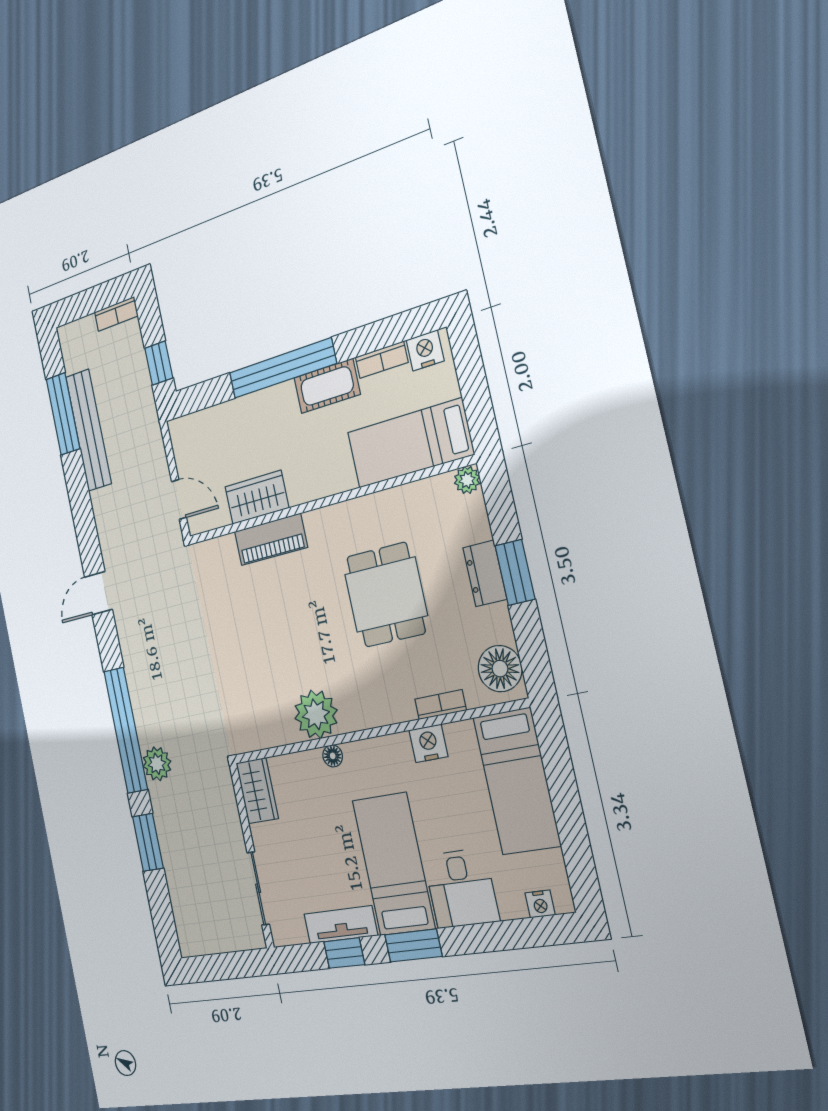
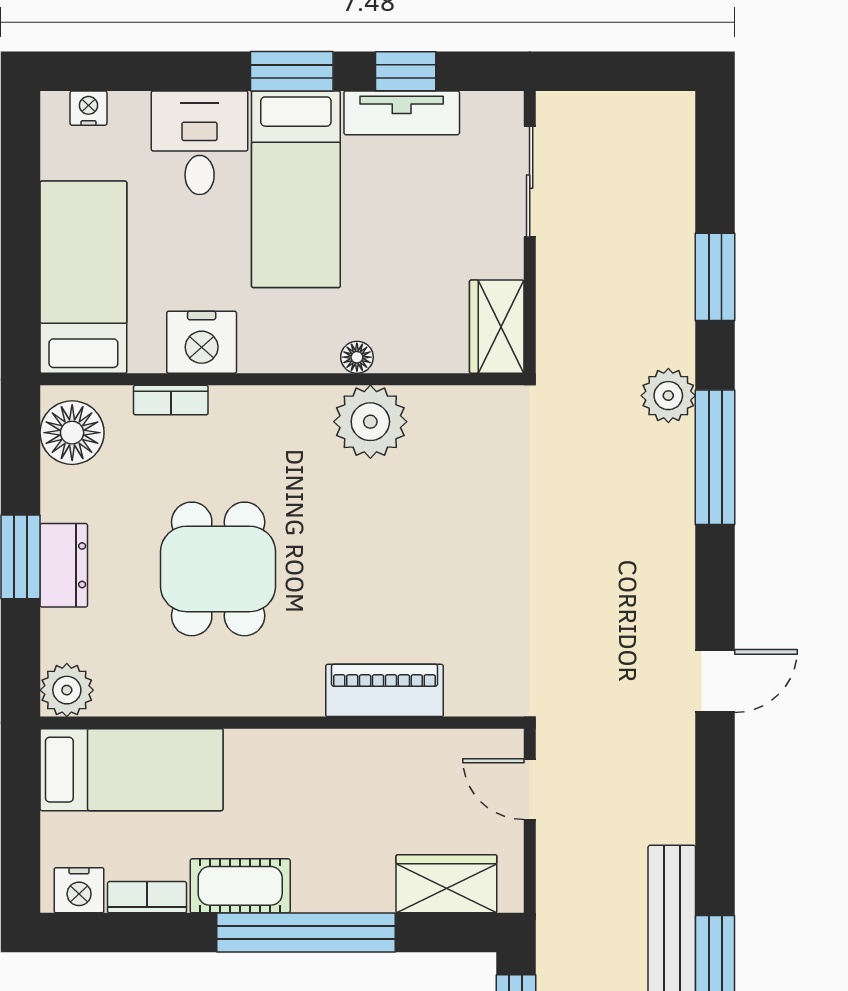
plant: (467, 480) -> (67, 690), width x1.38, depth x1.38
wardrobe: (257, 497) -> (446, 884), moved, turned 180
window: (126, 730) -> (715, 457), width x0.68
nightstand: (428, 743) -> (202, 342), width x1.36, depth x1.33

